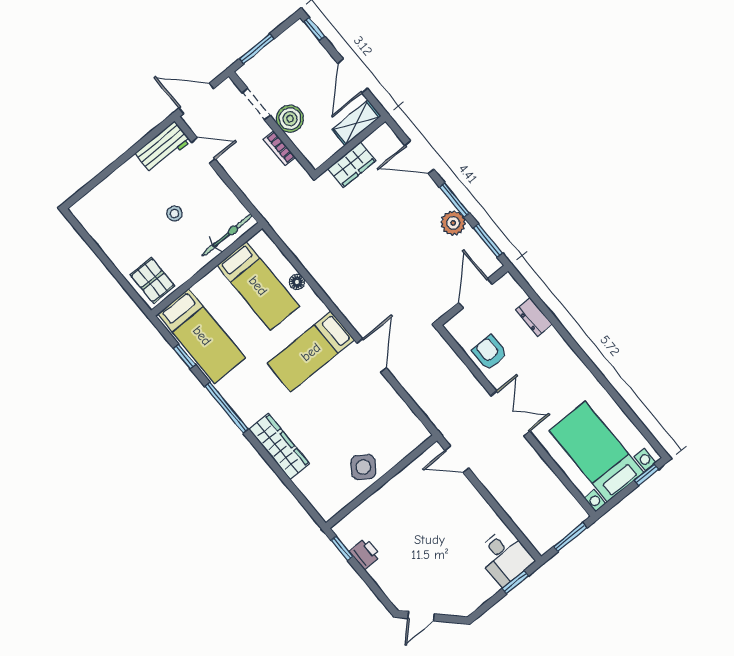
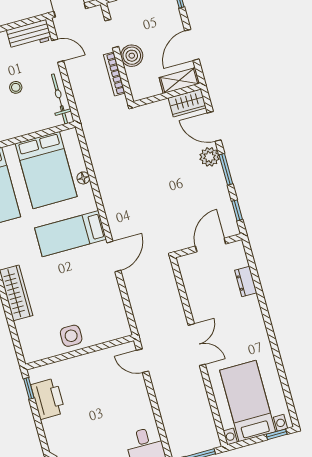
bookcase: (279, 148) -> (114, 74), width x1.56
wardrobe: (352, 165) -> (187, 103), moved
plant: (453, 223) -> (209, 157), moved
bicycle: (227, 235) -> (60, 99), moved, turned -90
window: (488, 241) -> (237, 210), width x0.67
bed: (258, 286) -> (46, 170), width x1.50
armchair: (490, 352) -> (202, 293), removed
side table: (363, 467) -> (71, 336), turned -35
printer: (365, 554) -> (48, 399), width x1.87, depth x1.48

